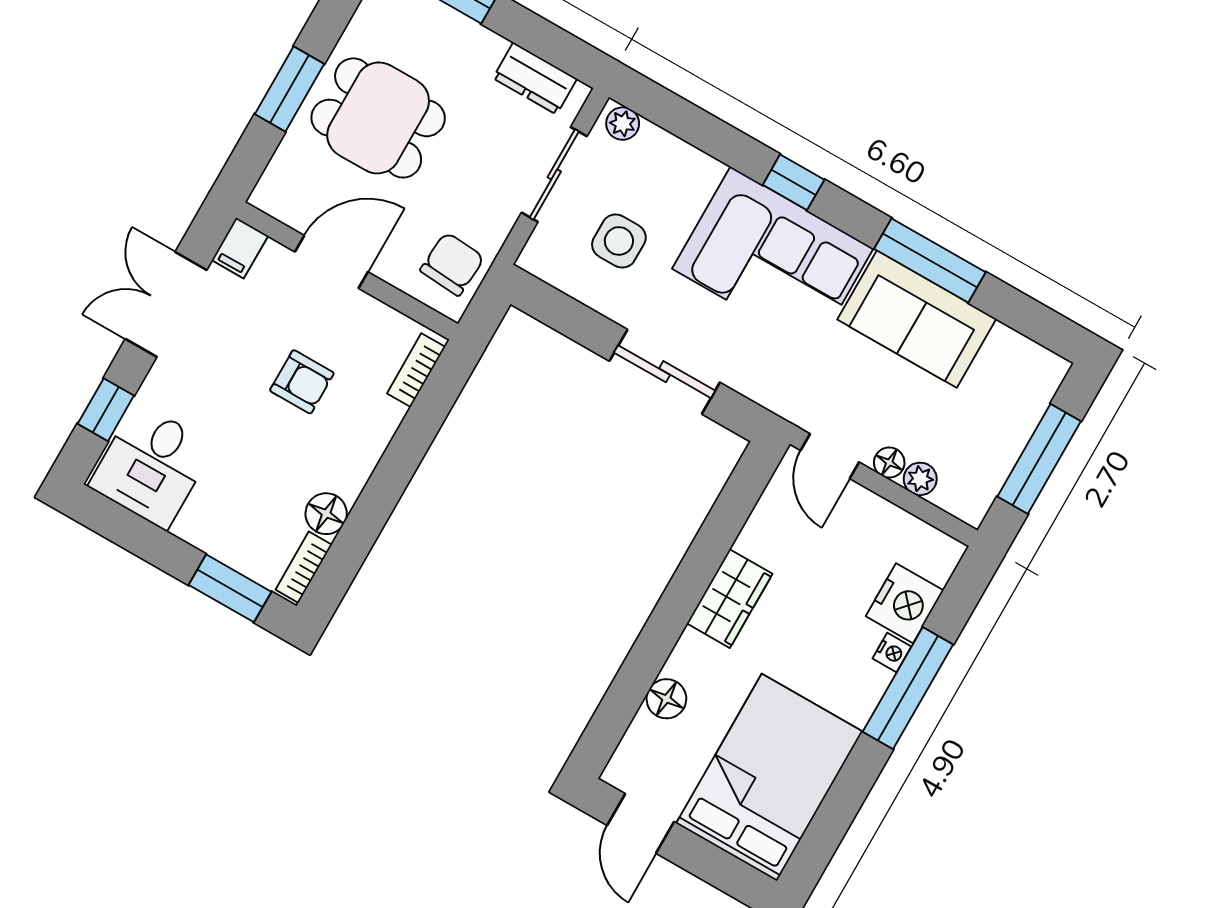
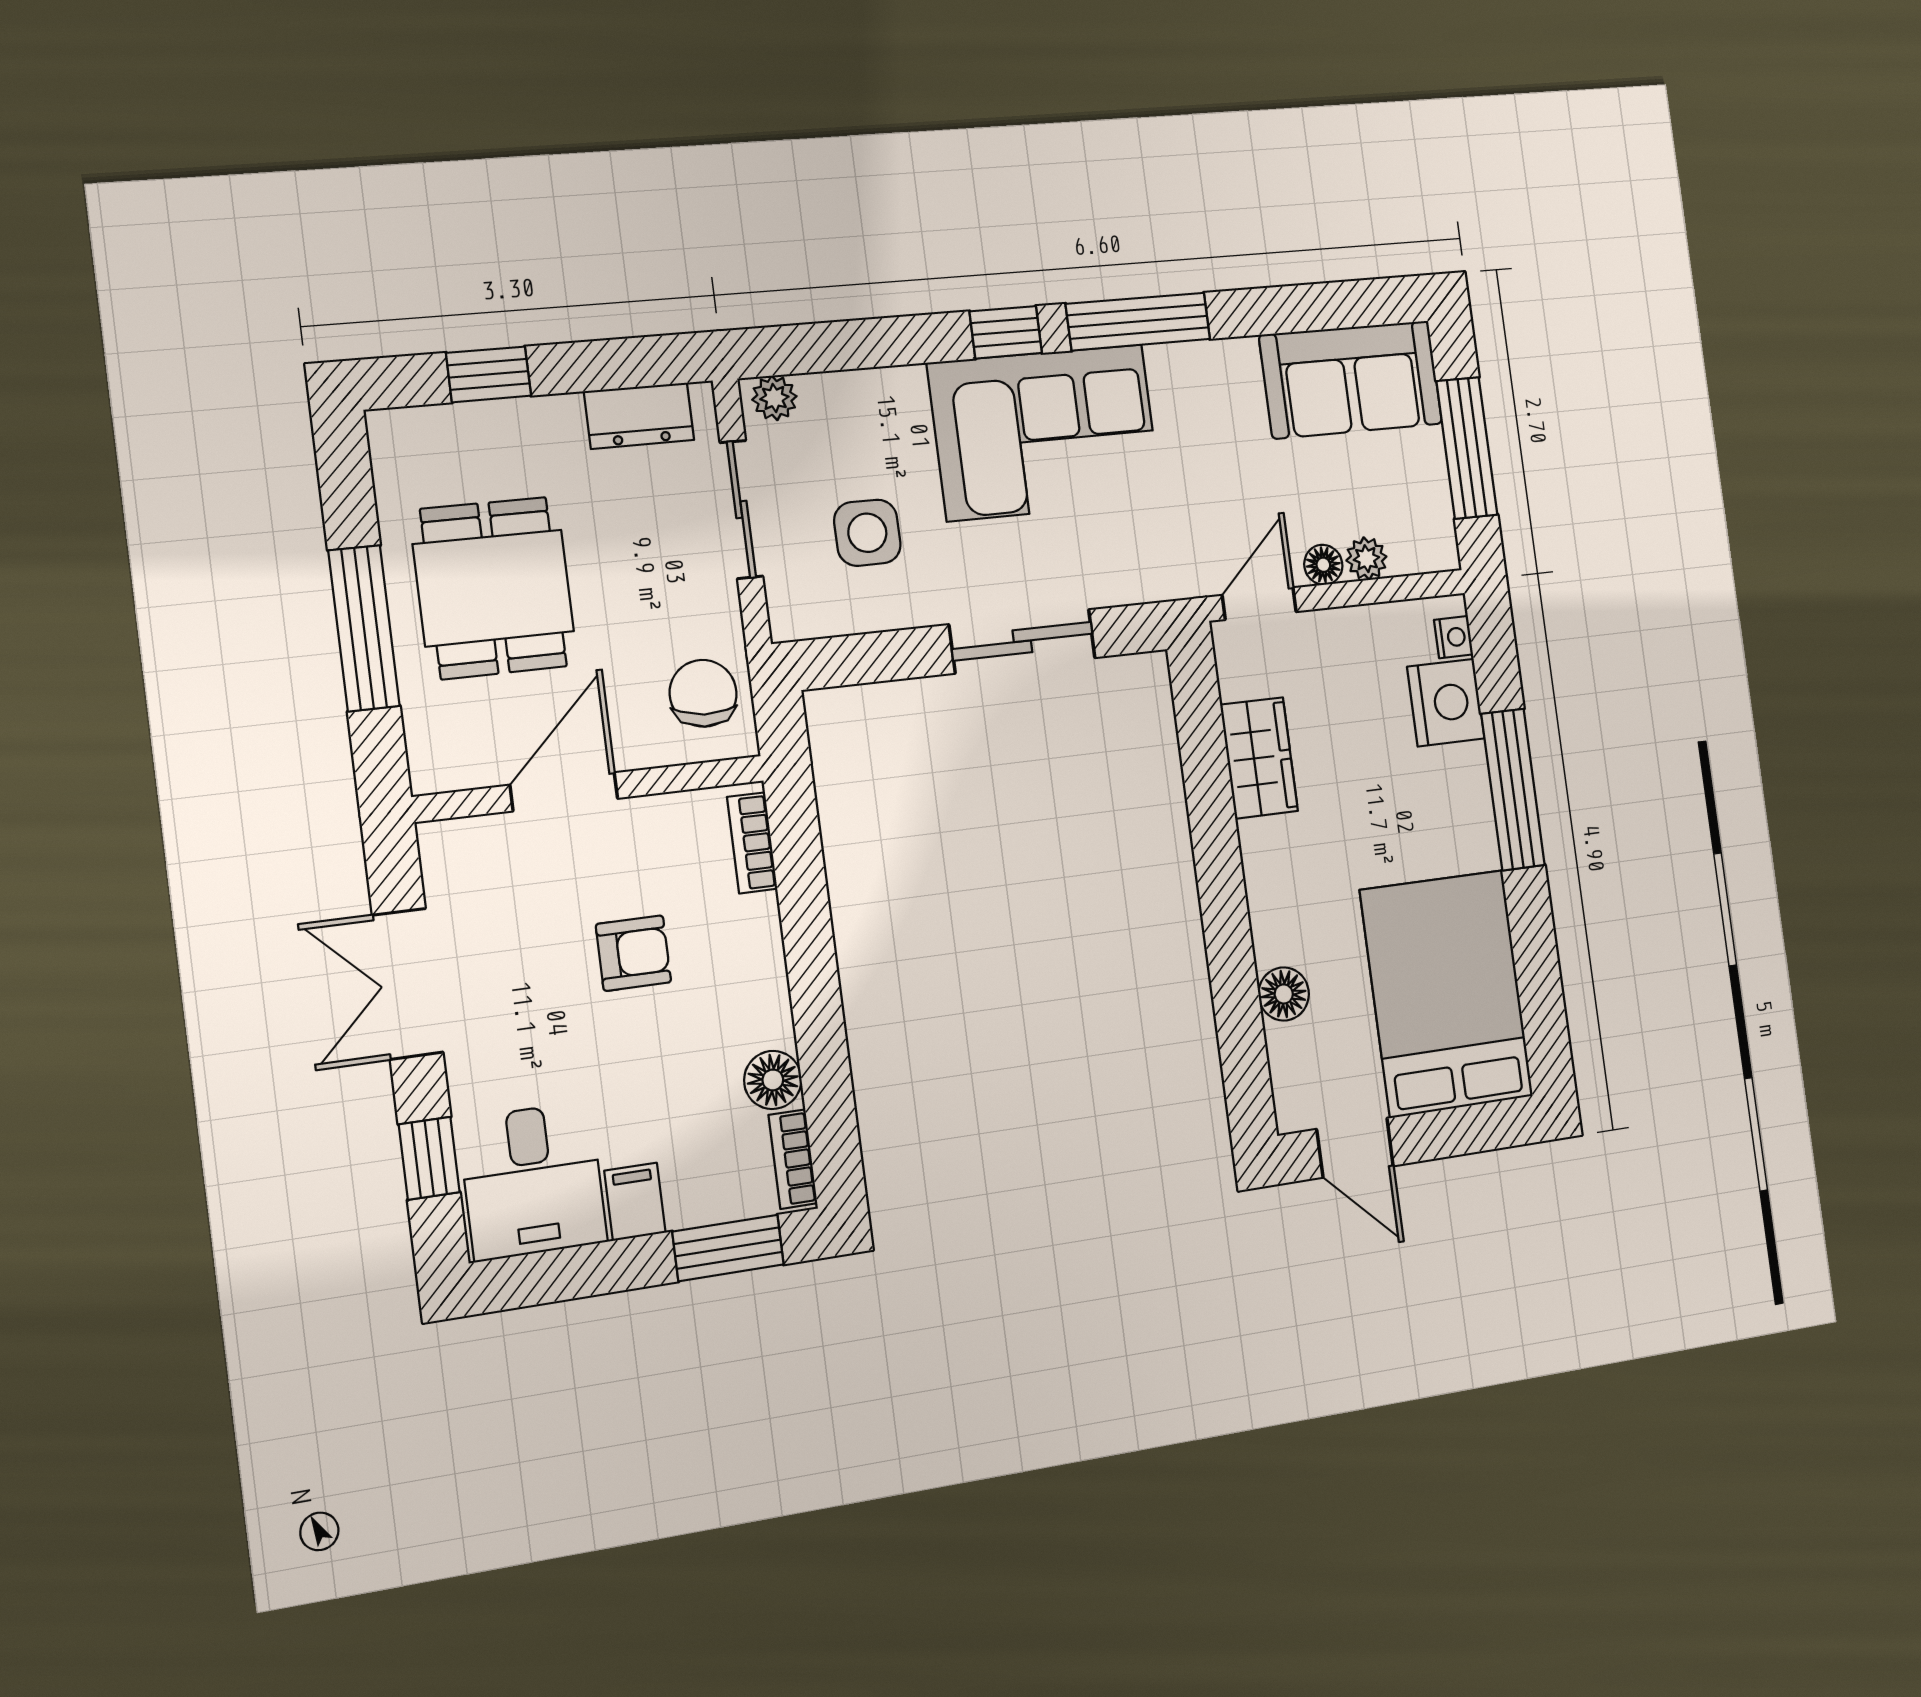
window: (289, 89) -> (364, 628), width x1.44
dining table: (378, 118) -> (494, 588), turned 90
filing cabinet: (240, 248) -> (635, 1202), moved, turned 180
window: (930, 260) -> (1138, 321), moved
sofa: (917, 319) -> (1351, 379), moved
door: (830, 456) -> (1259, 604), swing flipped
wardrobe: (730, 599) -> (1259, 758), moved
nightstand: (892, 652) -> (1454, 637), moved

